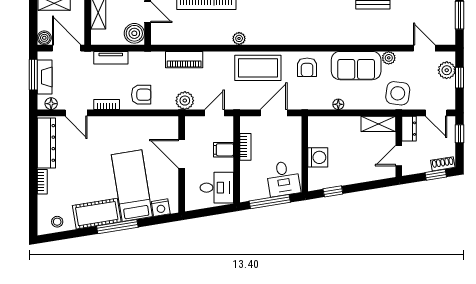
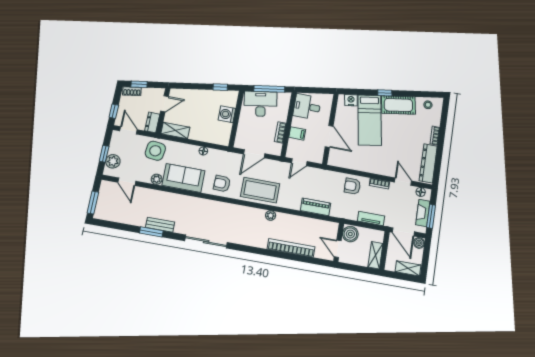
armchair: (307, 67) -> (222, 184), turned -88
plant: (185, 101) -> (320, 176), removed
desk: (283, 179) -> (261, 104), width x1.37
window: (117, 227) -> (385, 93), width x0.46

